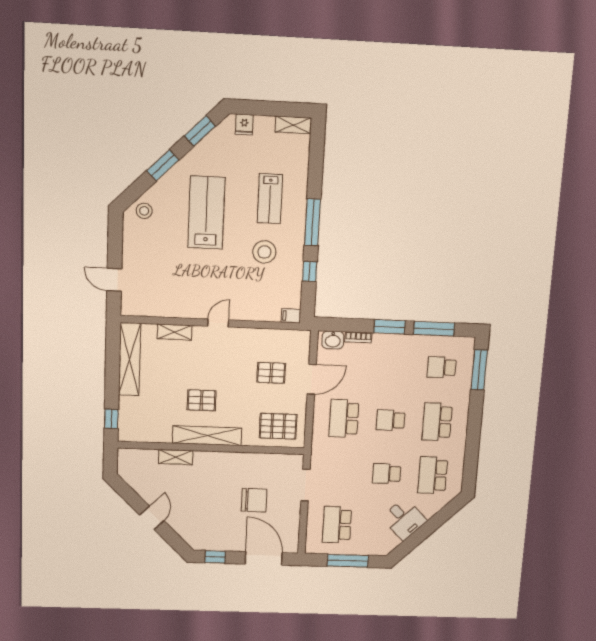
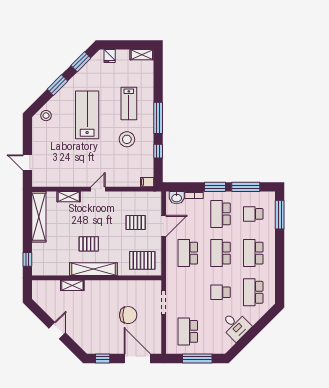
school desk: (395, 366) -> (221, 214), added
school desk: (391, 420) -> (221, 253), width x1.85

